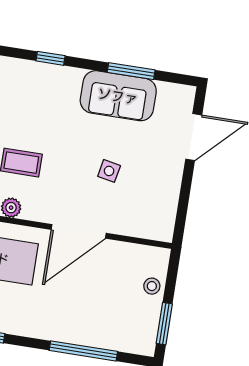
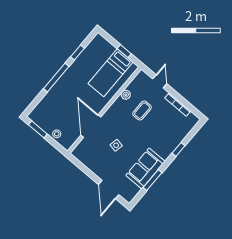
door: (79, 231) -> (91, 126), moved
window: (83, 351) -> (56, 78), moved

